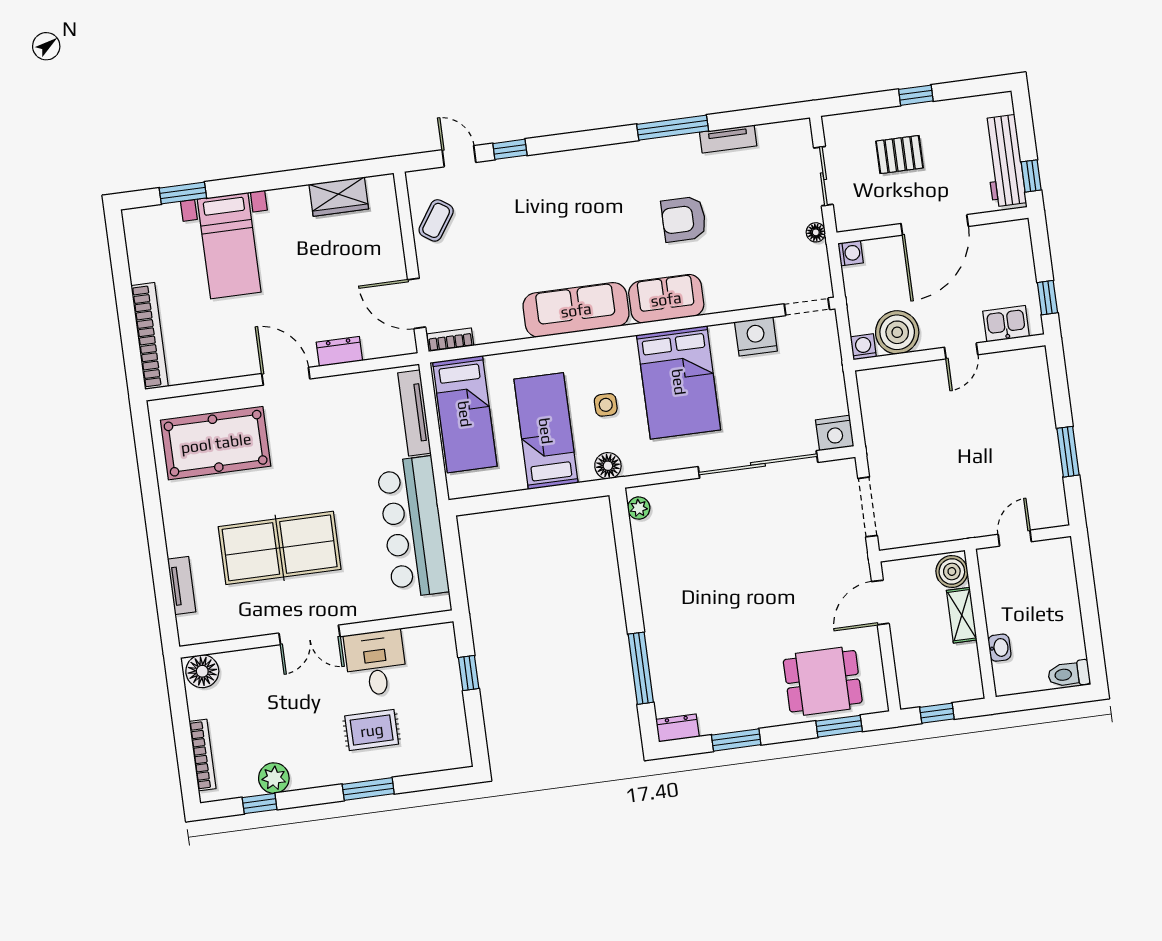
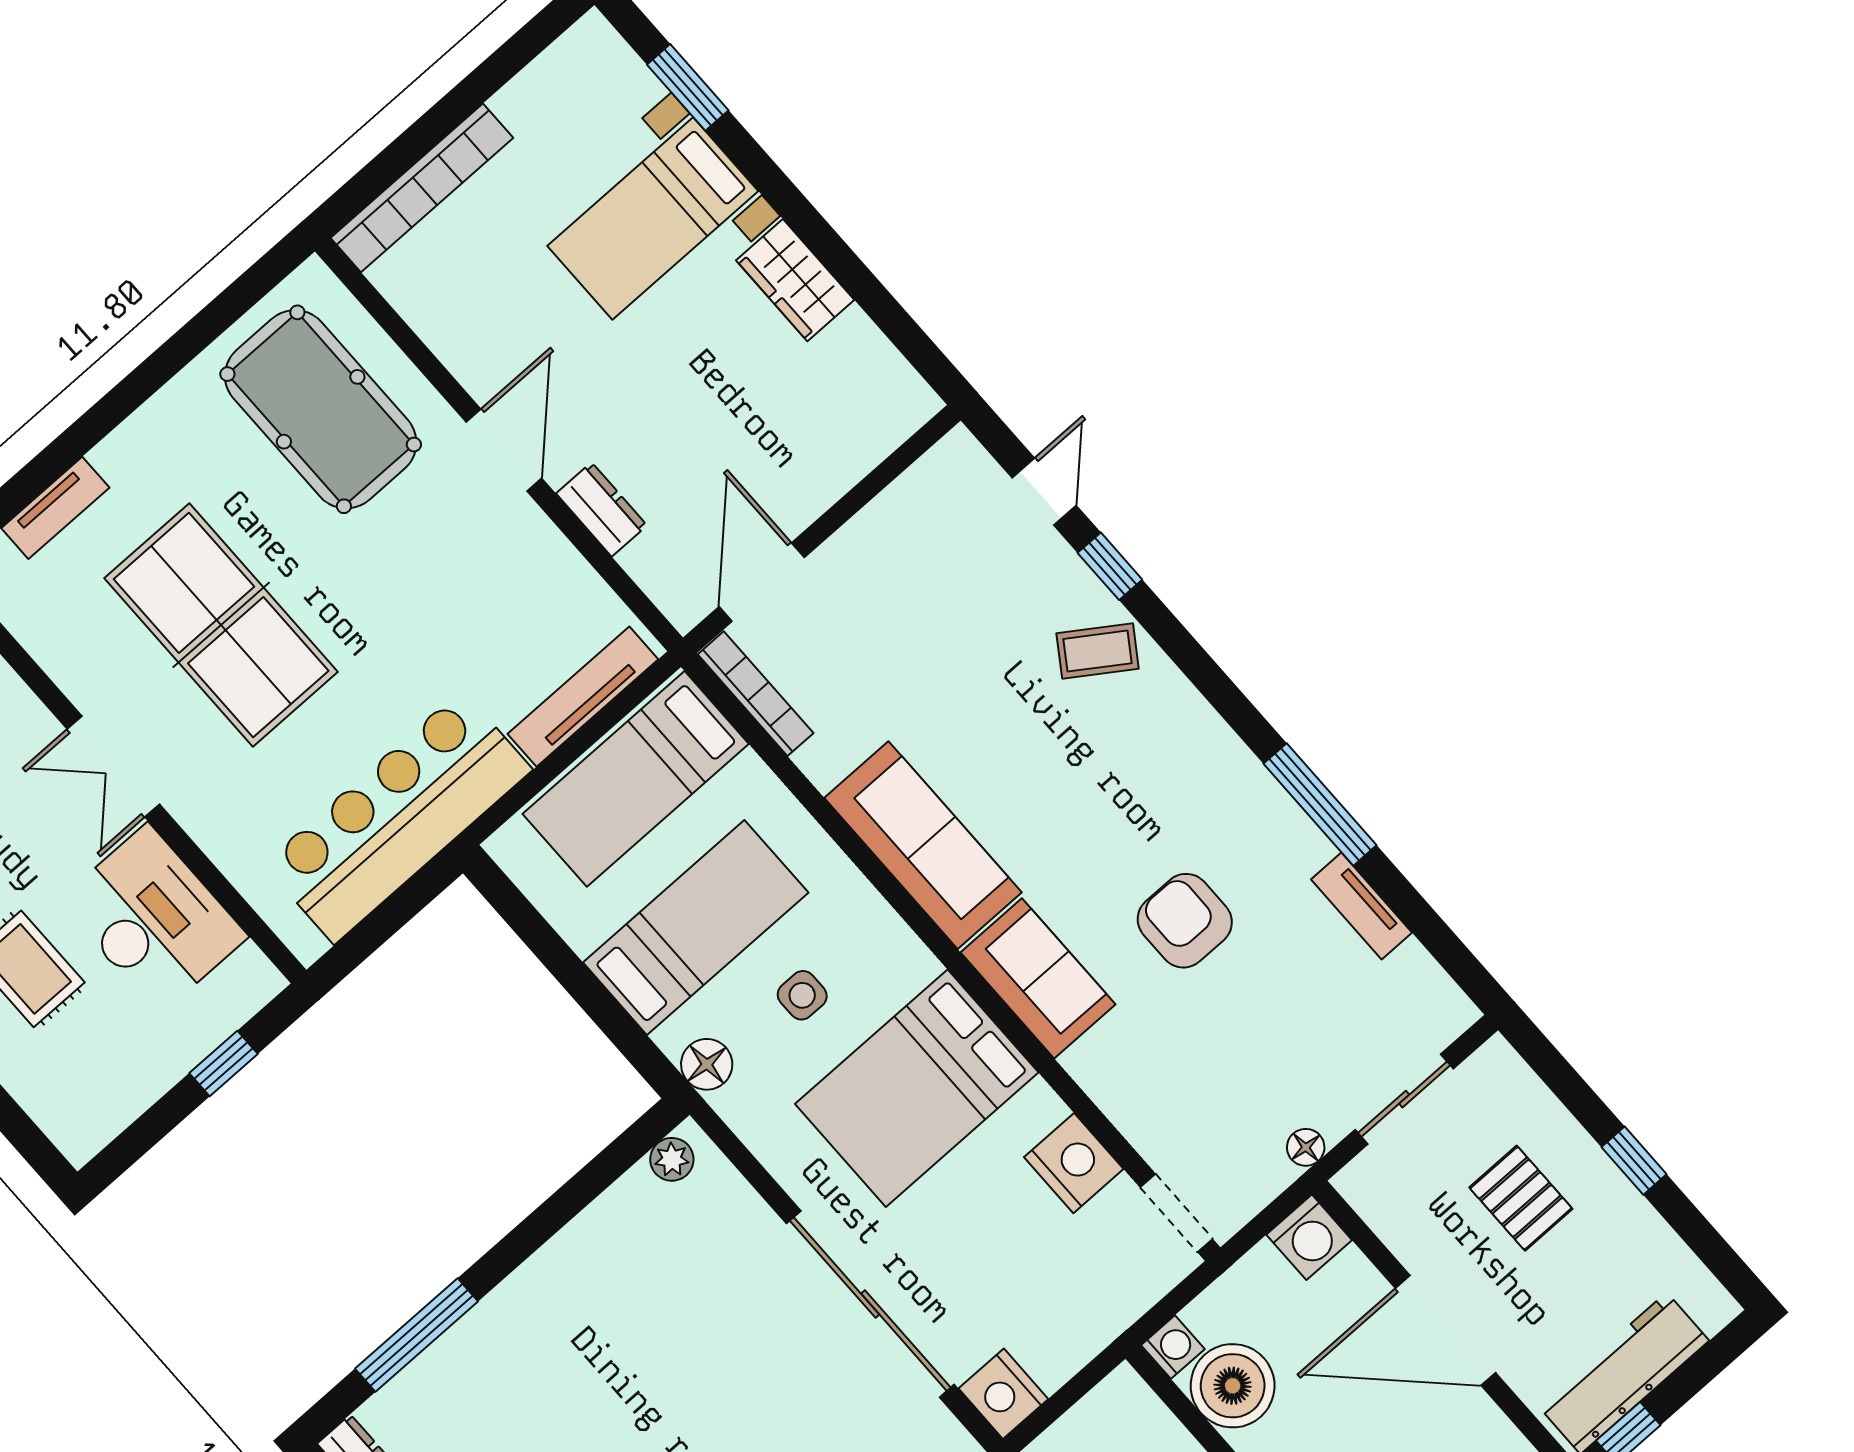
wardrobe: (339, 197) -> (795, 280), moved
coffee table: (436, 220) -> (1098, 651), moved
washing machine: (851, 253) -> (1309, 1237), width x1.38, depth x1.38
bookcase: (450, 340) -> (756, 694), width x1.56
desk: (376, 663) -> (153, 919), width x1.37

